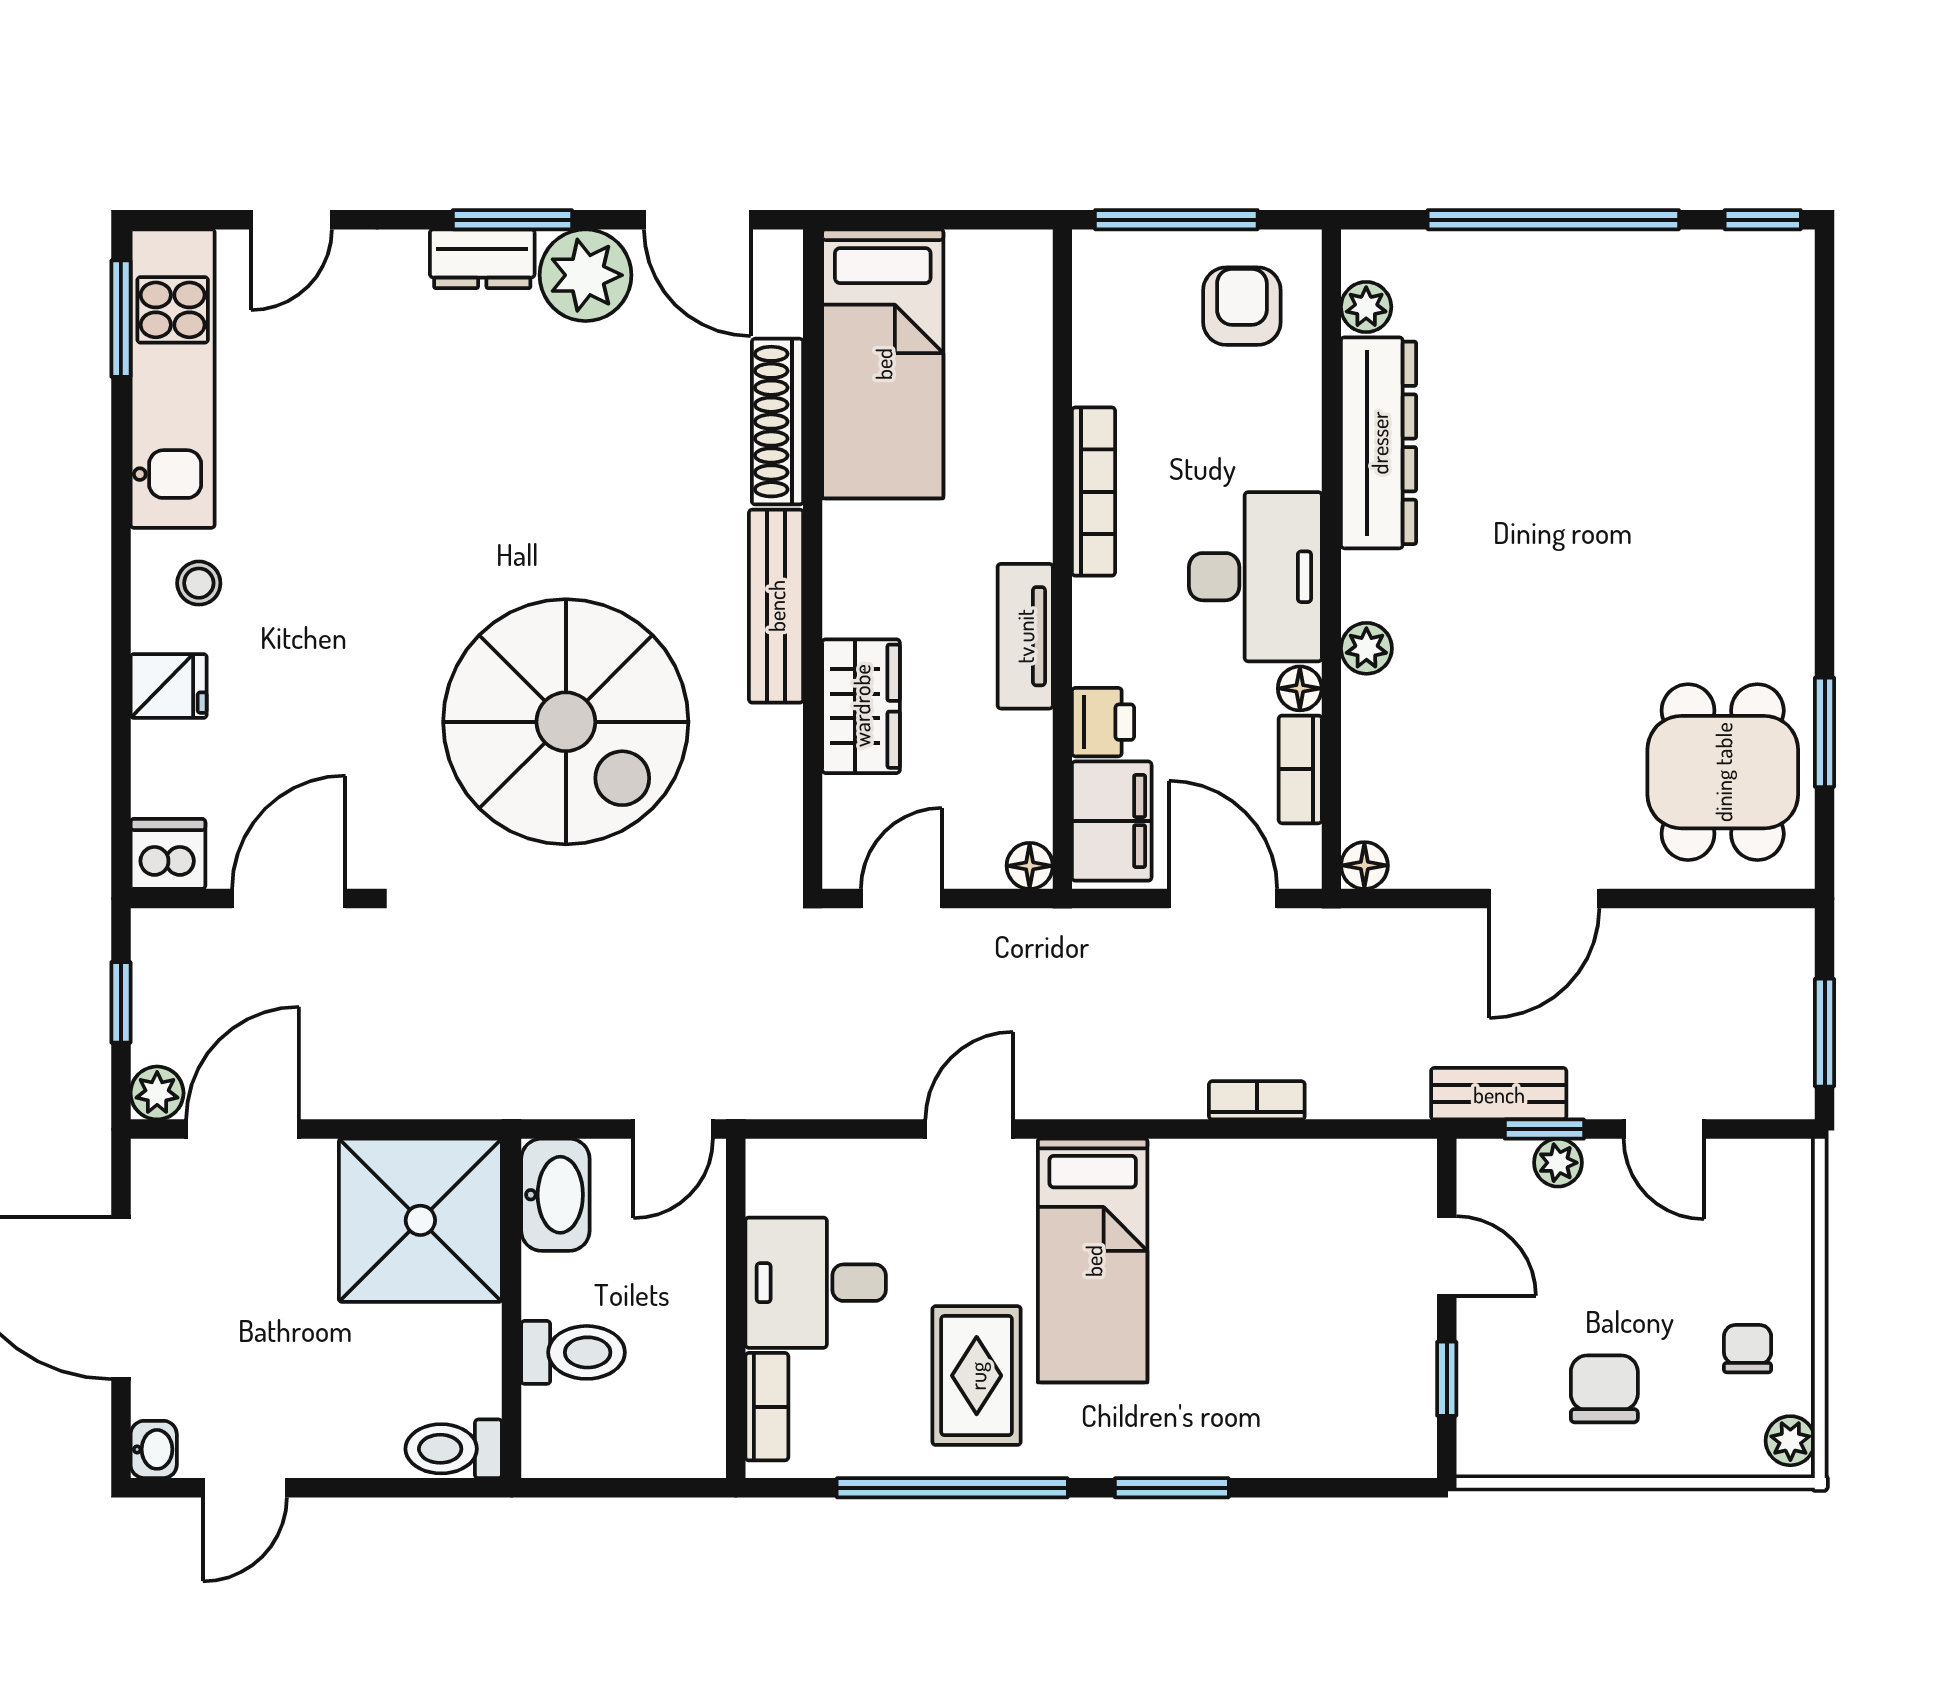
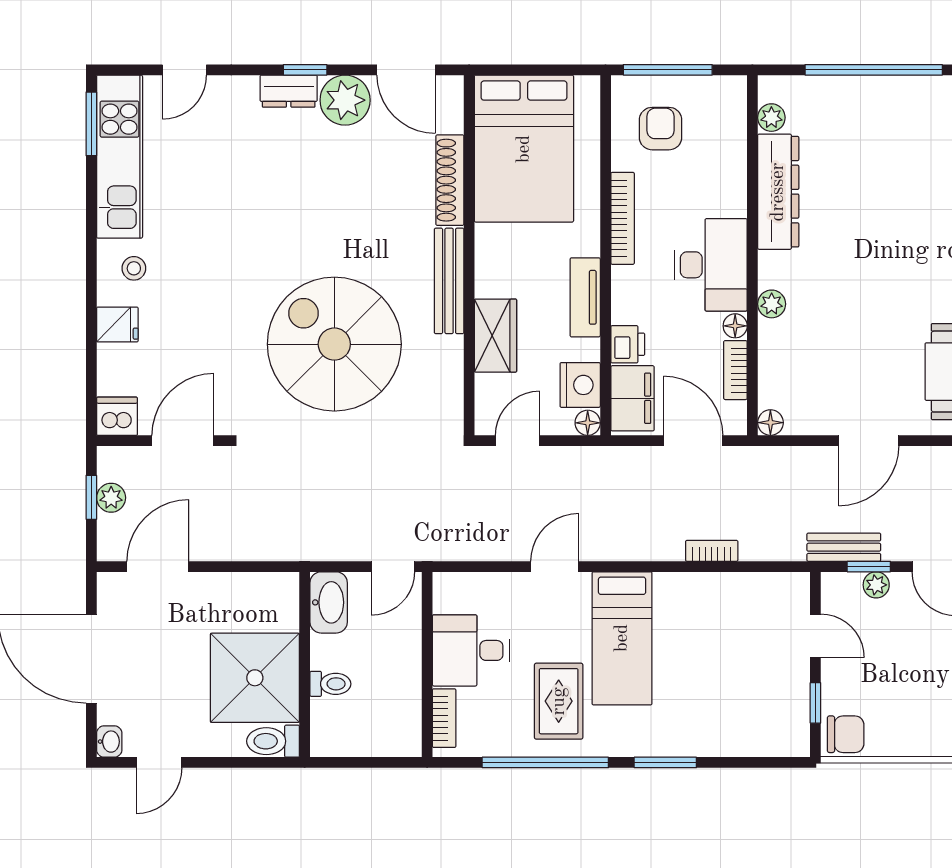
window: (512, 220) -> (305, 70), width x0.67
armchair: (1242, 306) -> (661, 129), moved
bed: (883, 364) -> (524, 149), width x1.50
spiral stairs: (566, 722) -> (334, 344), turned 180
nightstand: (1016, 797) -> (580, 385), added
plant: (157, 1093) -> (111, 498), moved
shower: (420, 1220) -> (255, 678), moved
toilet: (573, 1352) -> (330, 684), width x0.73, depth x0.72
chair: (1604, 1389) -> (846, 734), moved, turned 90

